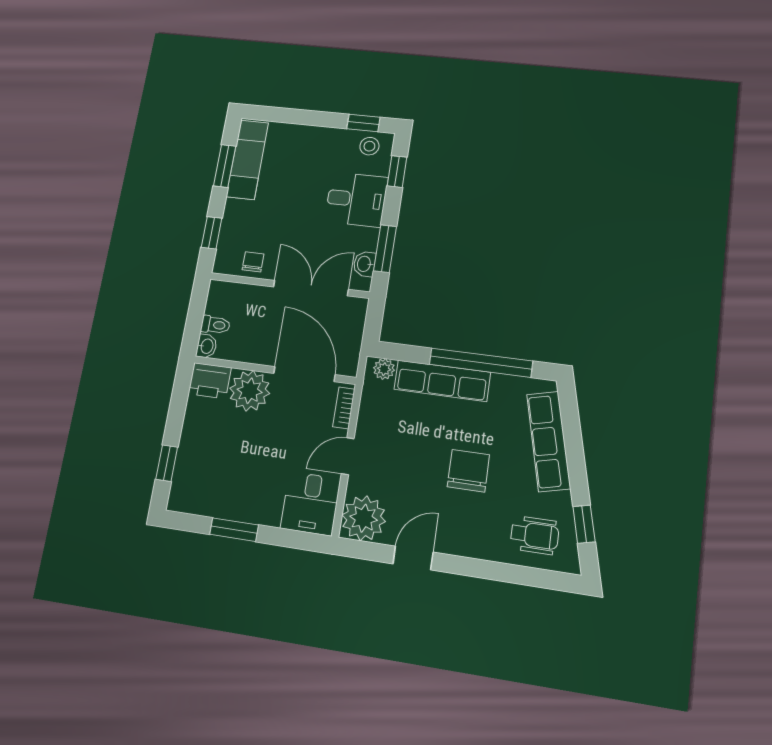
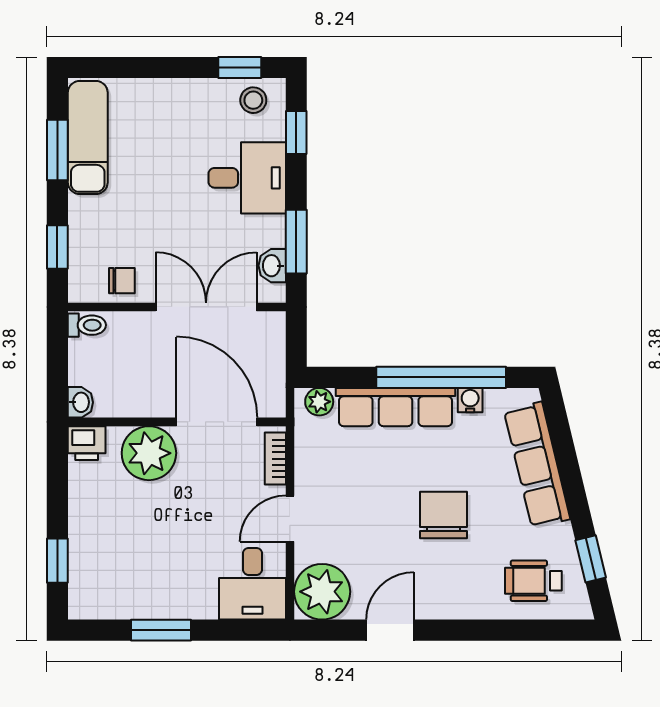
chair: (253, 262) -> (122, 281), turned 90
toilet: (215, 325) -> (87, 325), moved
printer: (210, 381) -> (87, 443), width x0.73, depth x0.81
water cooler: (501, 383) -> (470, 400), added
wheelchair: (535, 535) -> (533, 581), turned 180

